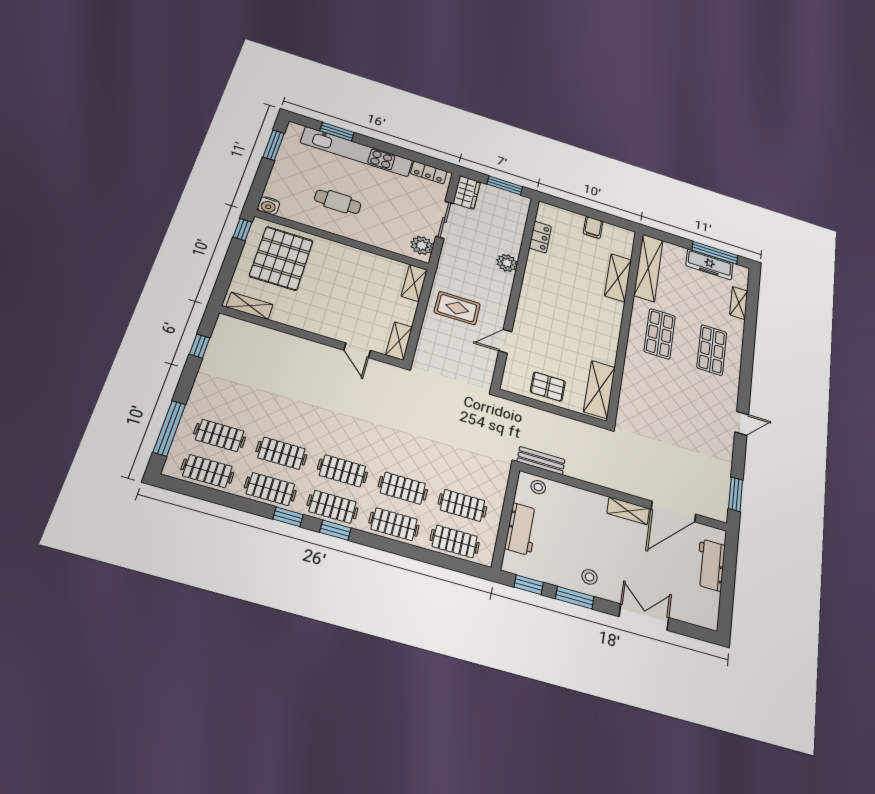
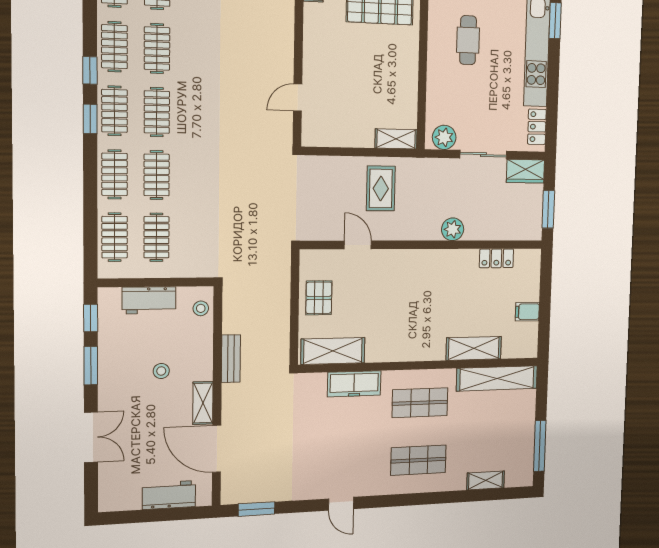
freezer: (709, 264) -> (354, 384), moved, turned -90
shelving: (399, 341) -> (322, 137), removed
bench: (541, 461) -> (231, 359), moved
stool: (590, 577) -> (161, 371), moved

